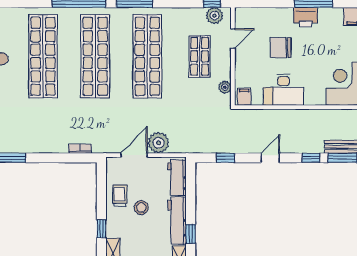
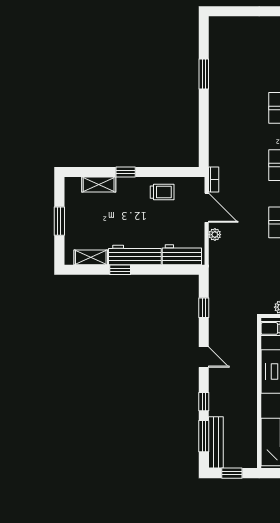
plant: (158, 143) -> (215, 235), width x0.53, depth x0.53
bookcase: (80, 149) -> (214, 179), moved
stool: (141, 208) -> (149, 216), removed

